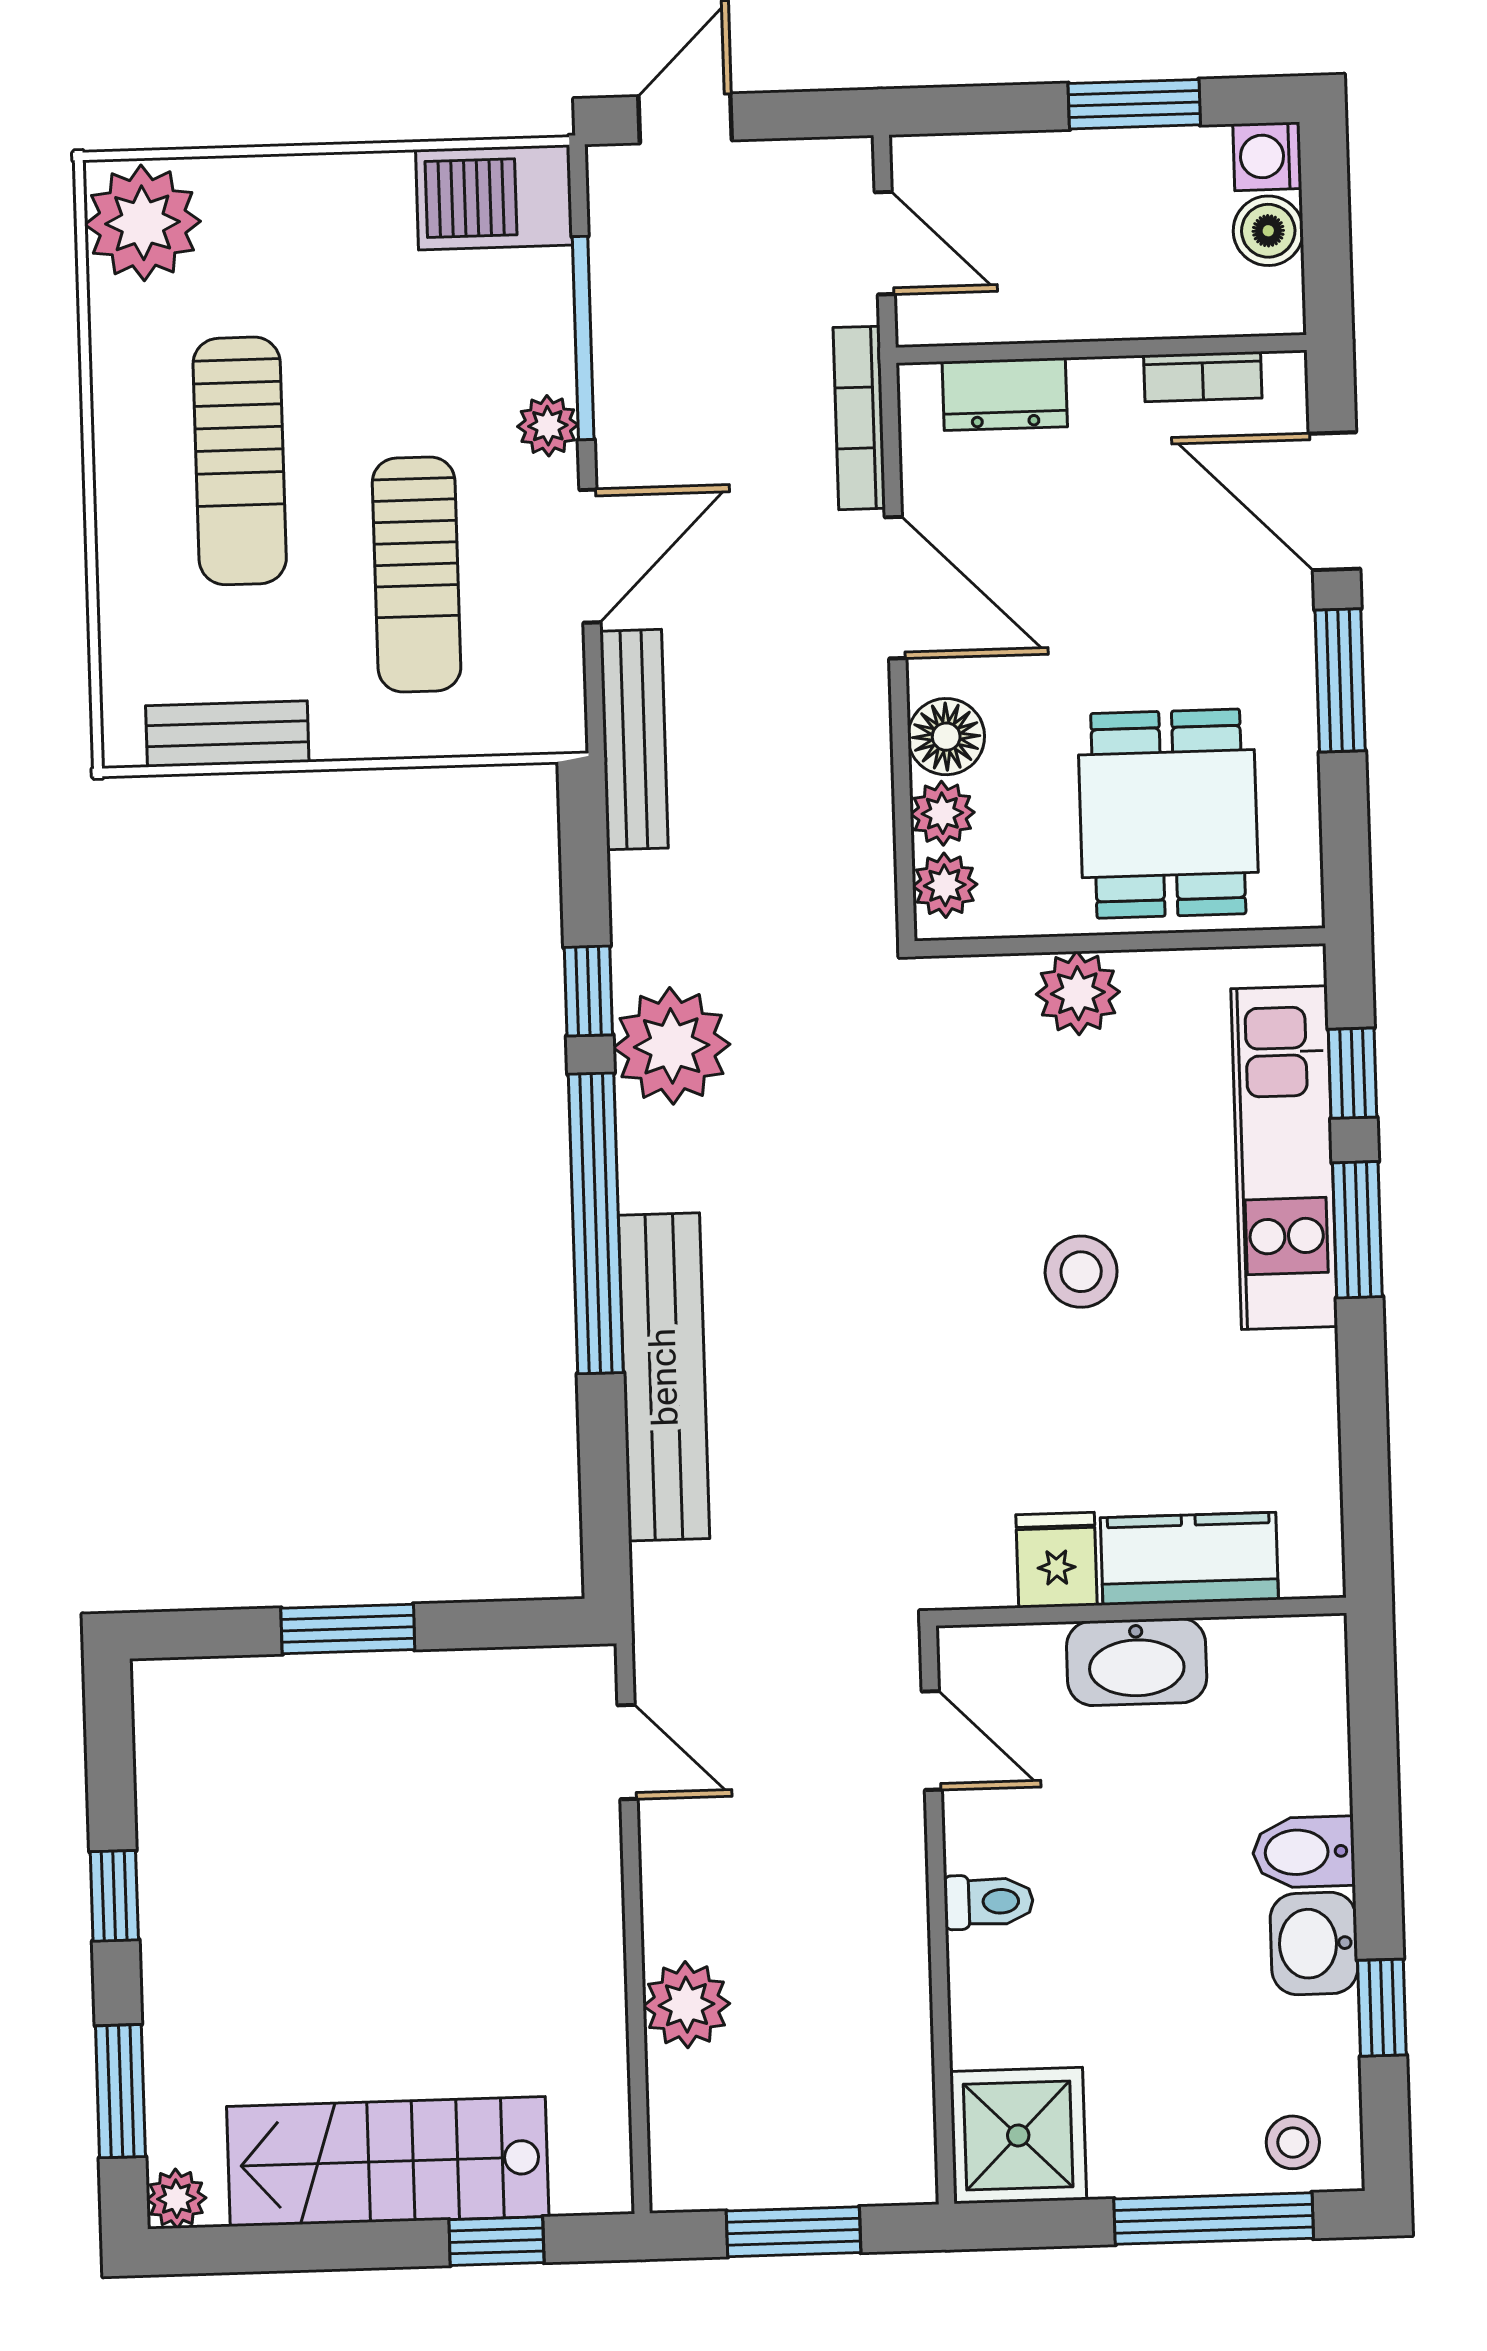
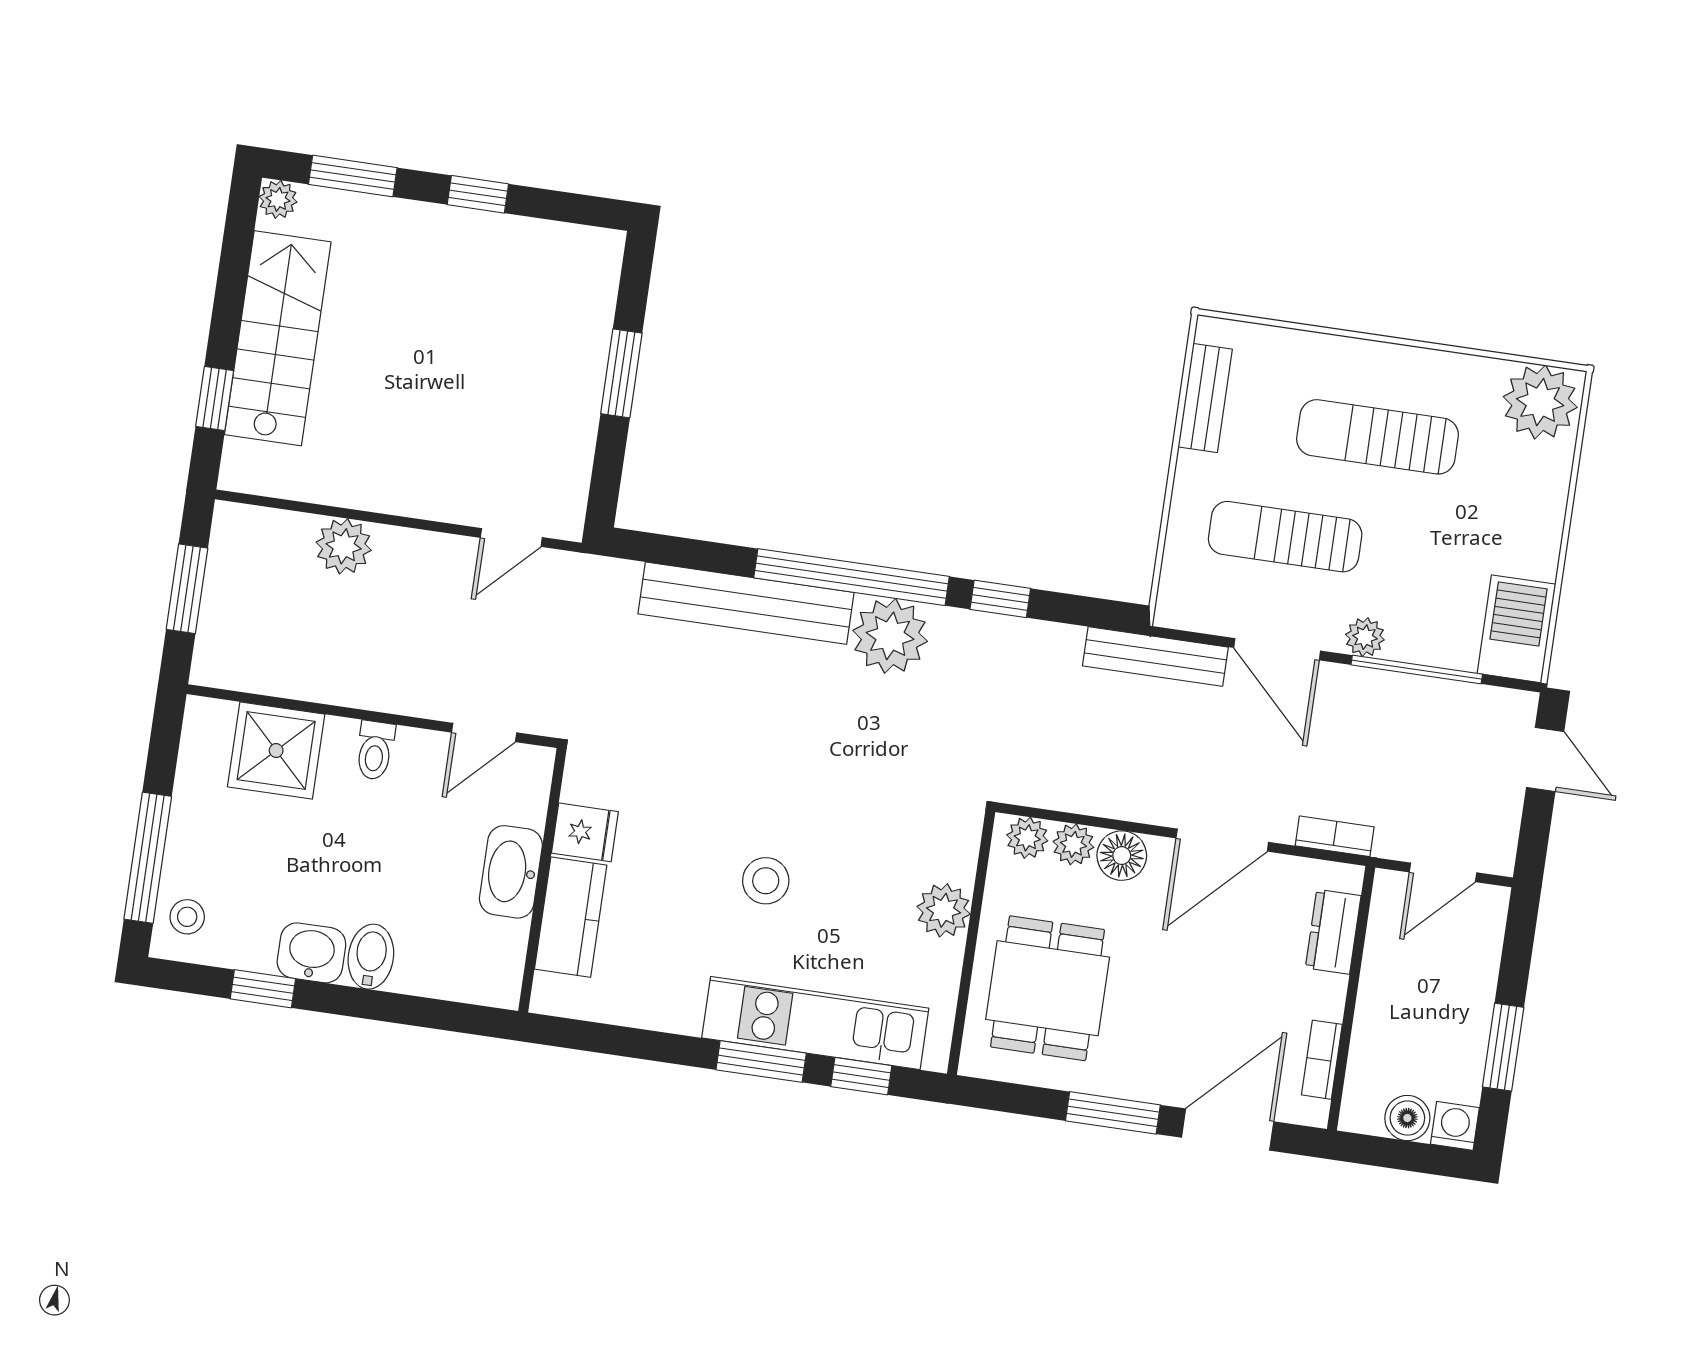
bookcase: (859, 418) -> (1335, 836), width x0.64
dining table: (1168, 814) -> (1048, 988), turned 90
plant: (672, 1046) -> (890, 636), moved
shower: (1018, 2135) -> (276, 751), moved

